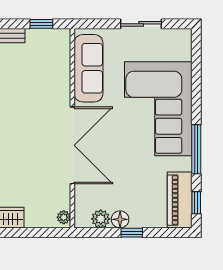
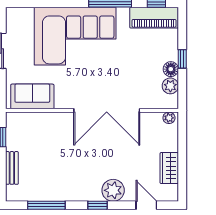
sofa: (88, 68) -> (32, 96), width x0.73
double door: (72, 145) -> (107, 110), swing flipped

